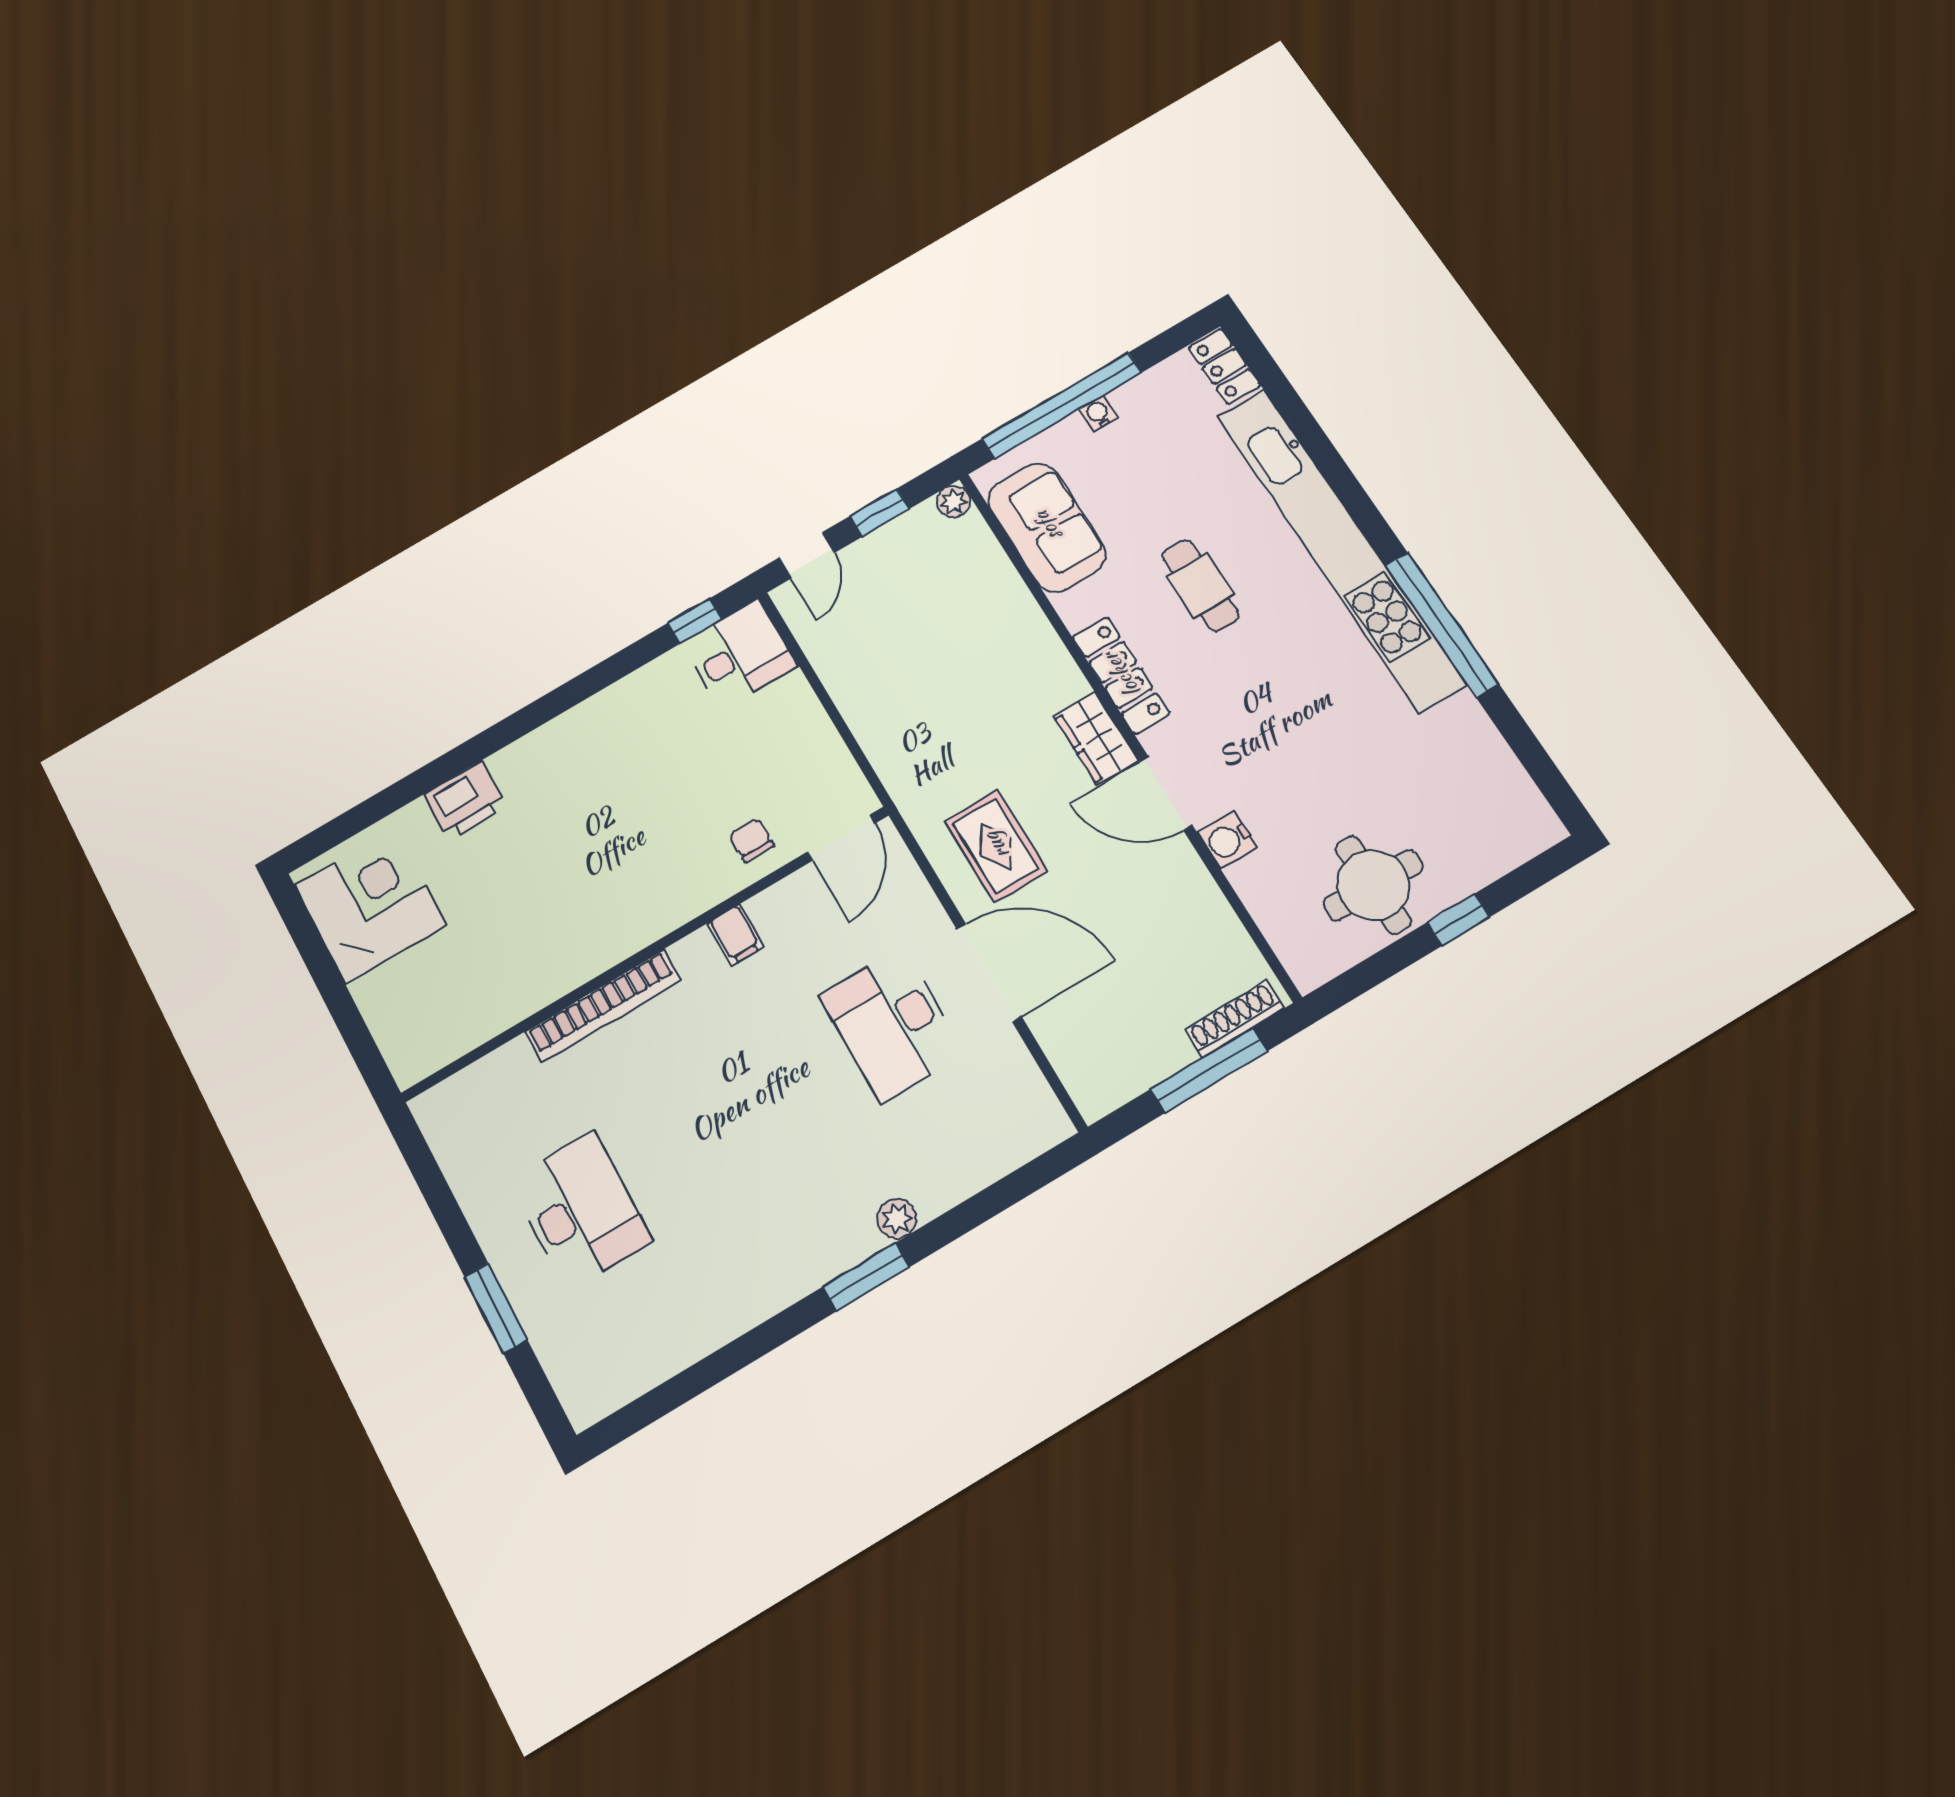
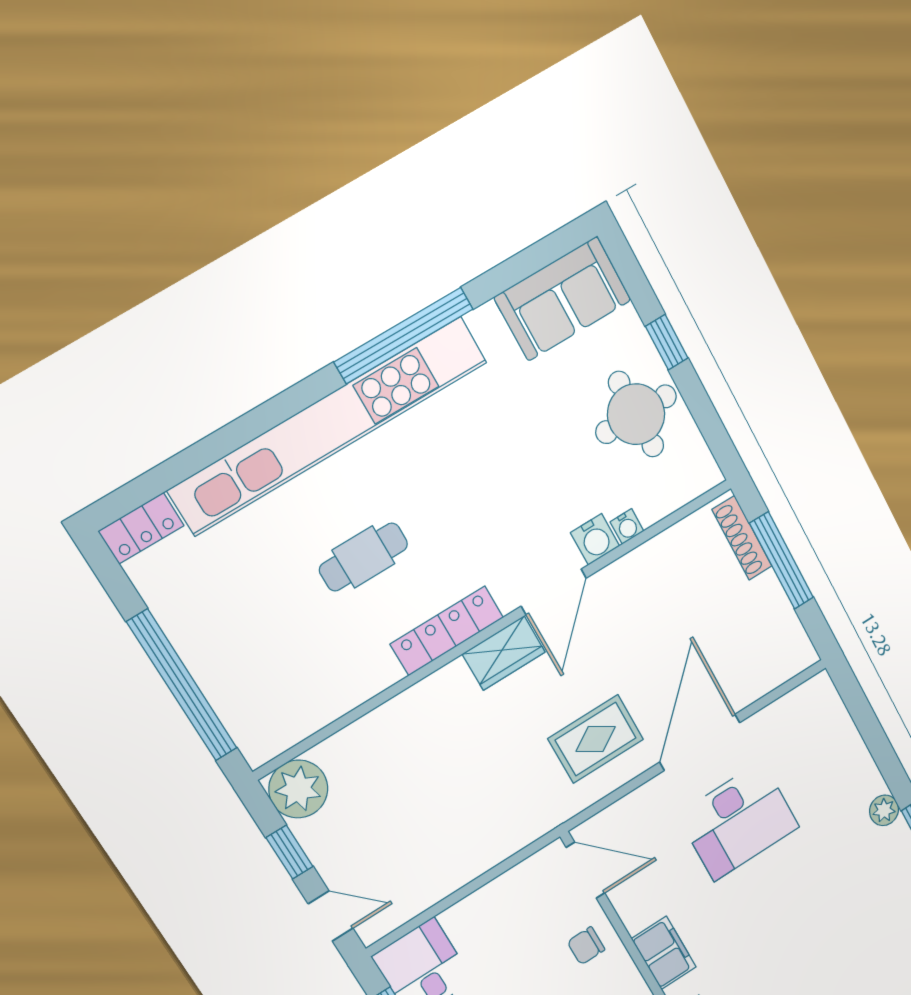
water cooler: (1098, 414) -> (627, 526), moved, turned -90
plant: (954, 501) -> (298, 789), width x1.88, depth x1.88
sofa: (1047, 527) -> (563, 299), moved, turned 180
filing cabinet: (736, 935) -> (664, 953), width x2.00

